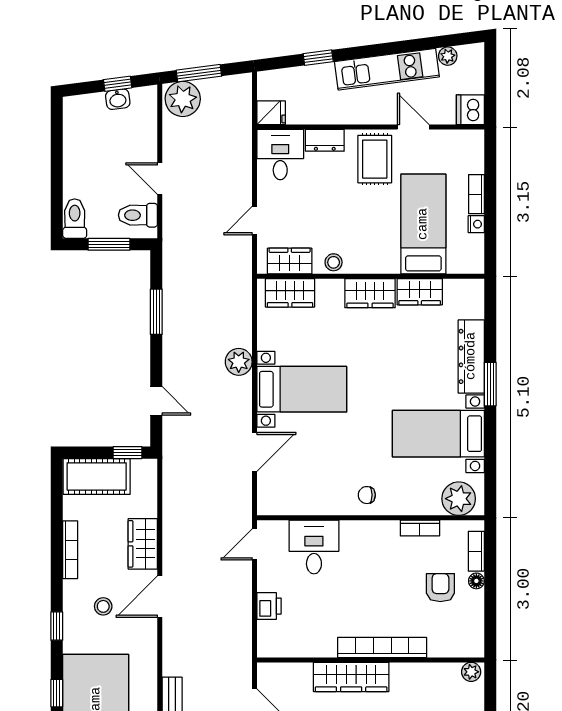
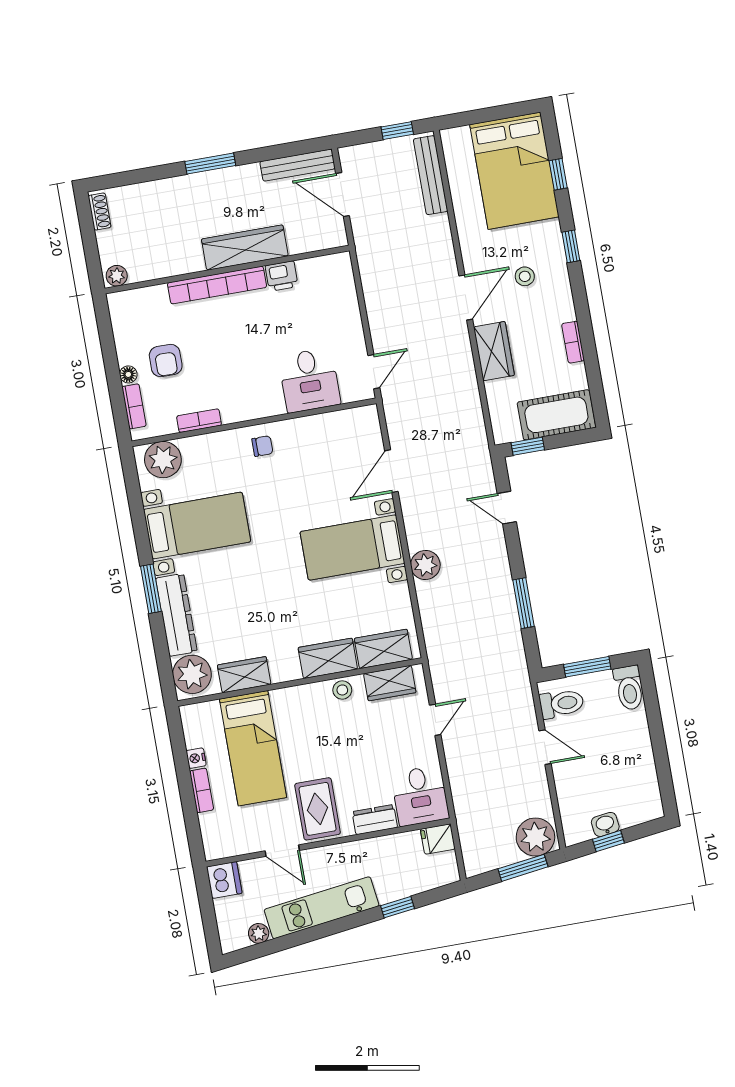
wardrobe: (370, 293) -> (328, 658), moved
plant: (467, 300) -> (192, 674), added
bookcase: (70, 550) -> (573, 342), width x0.64
printer: (269, 606) -> (282, 276), moved, turned -90

